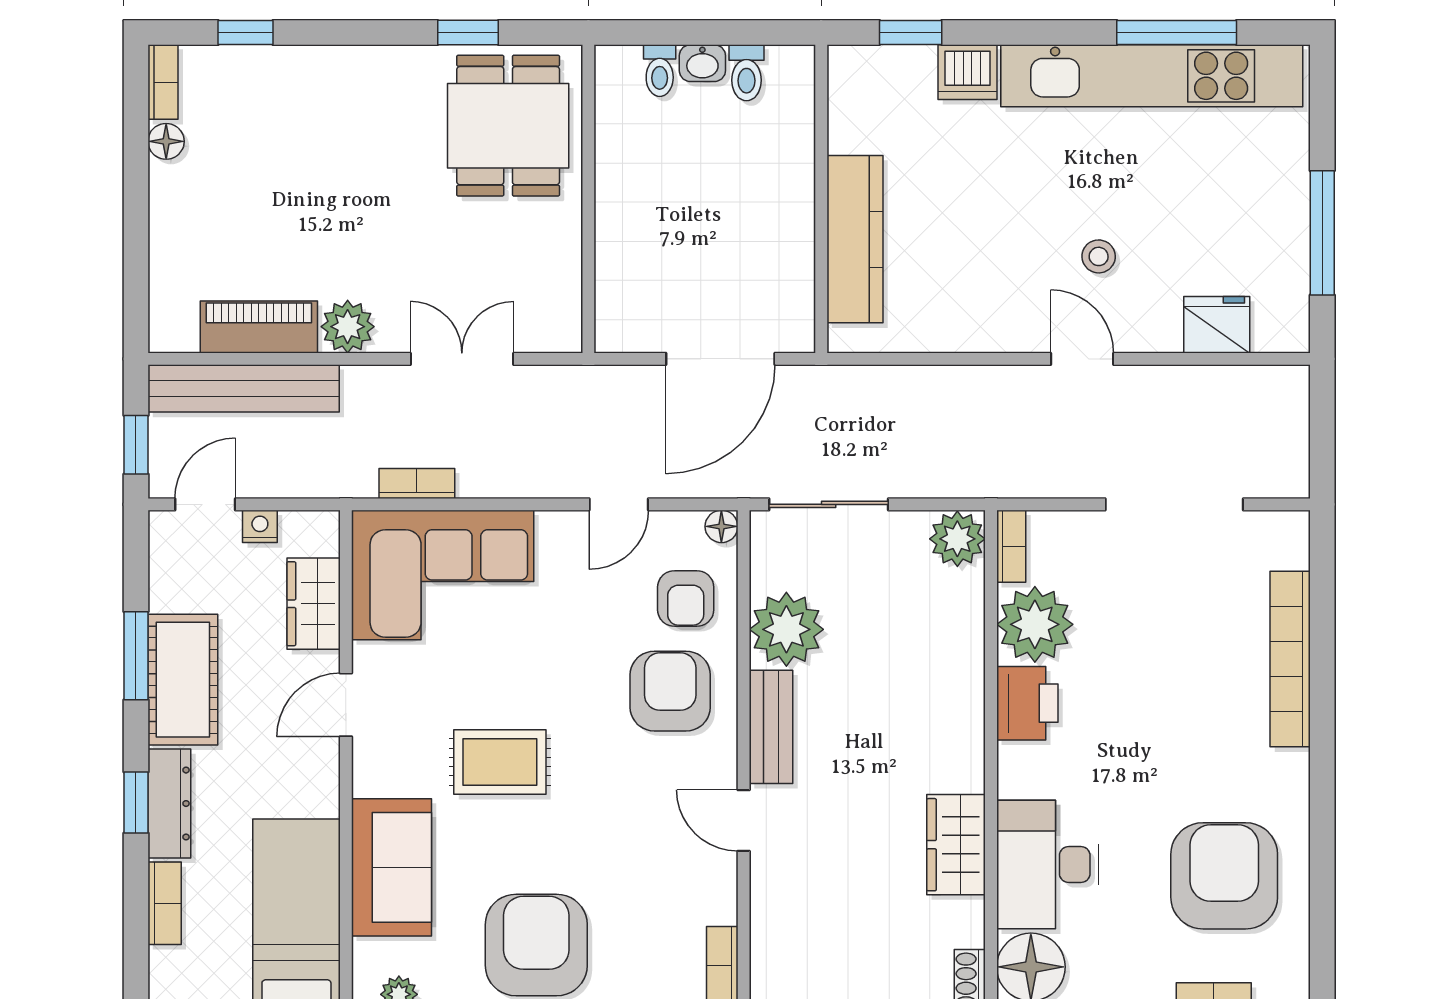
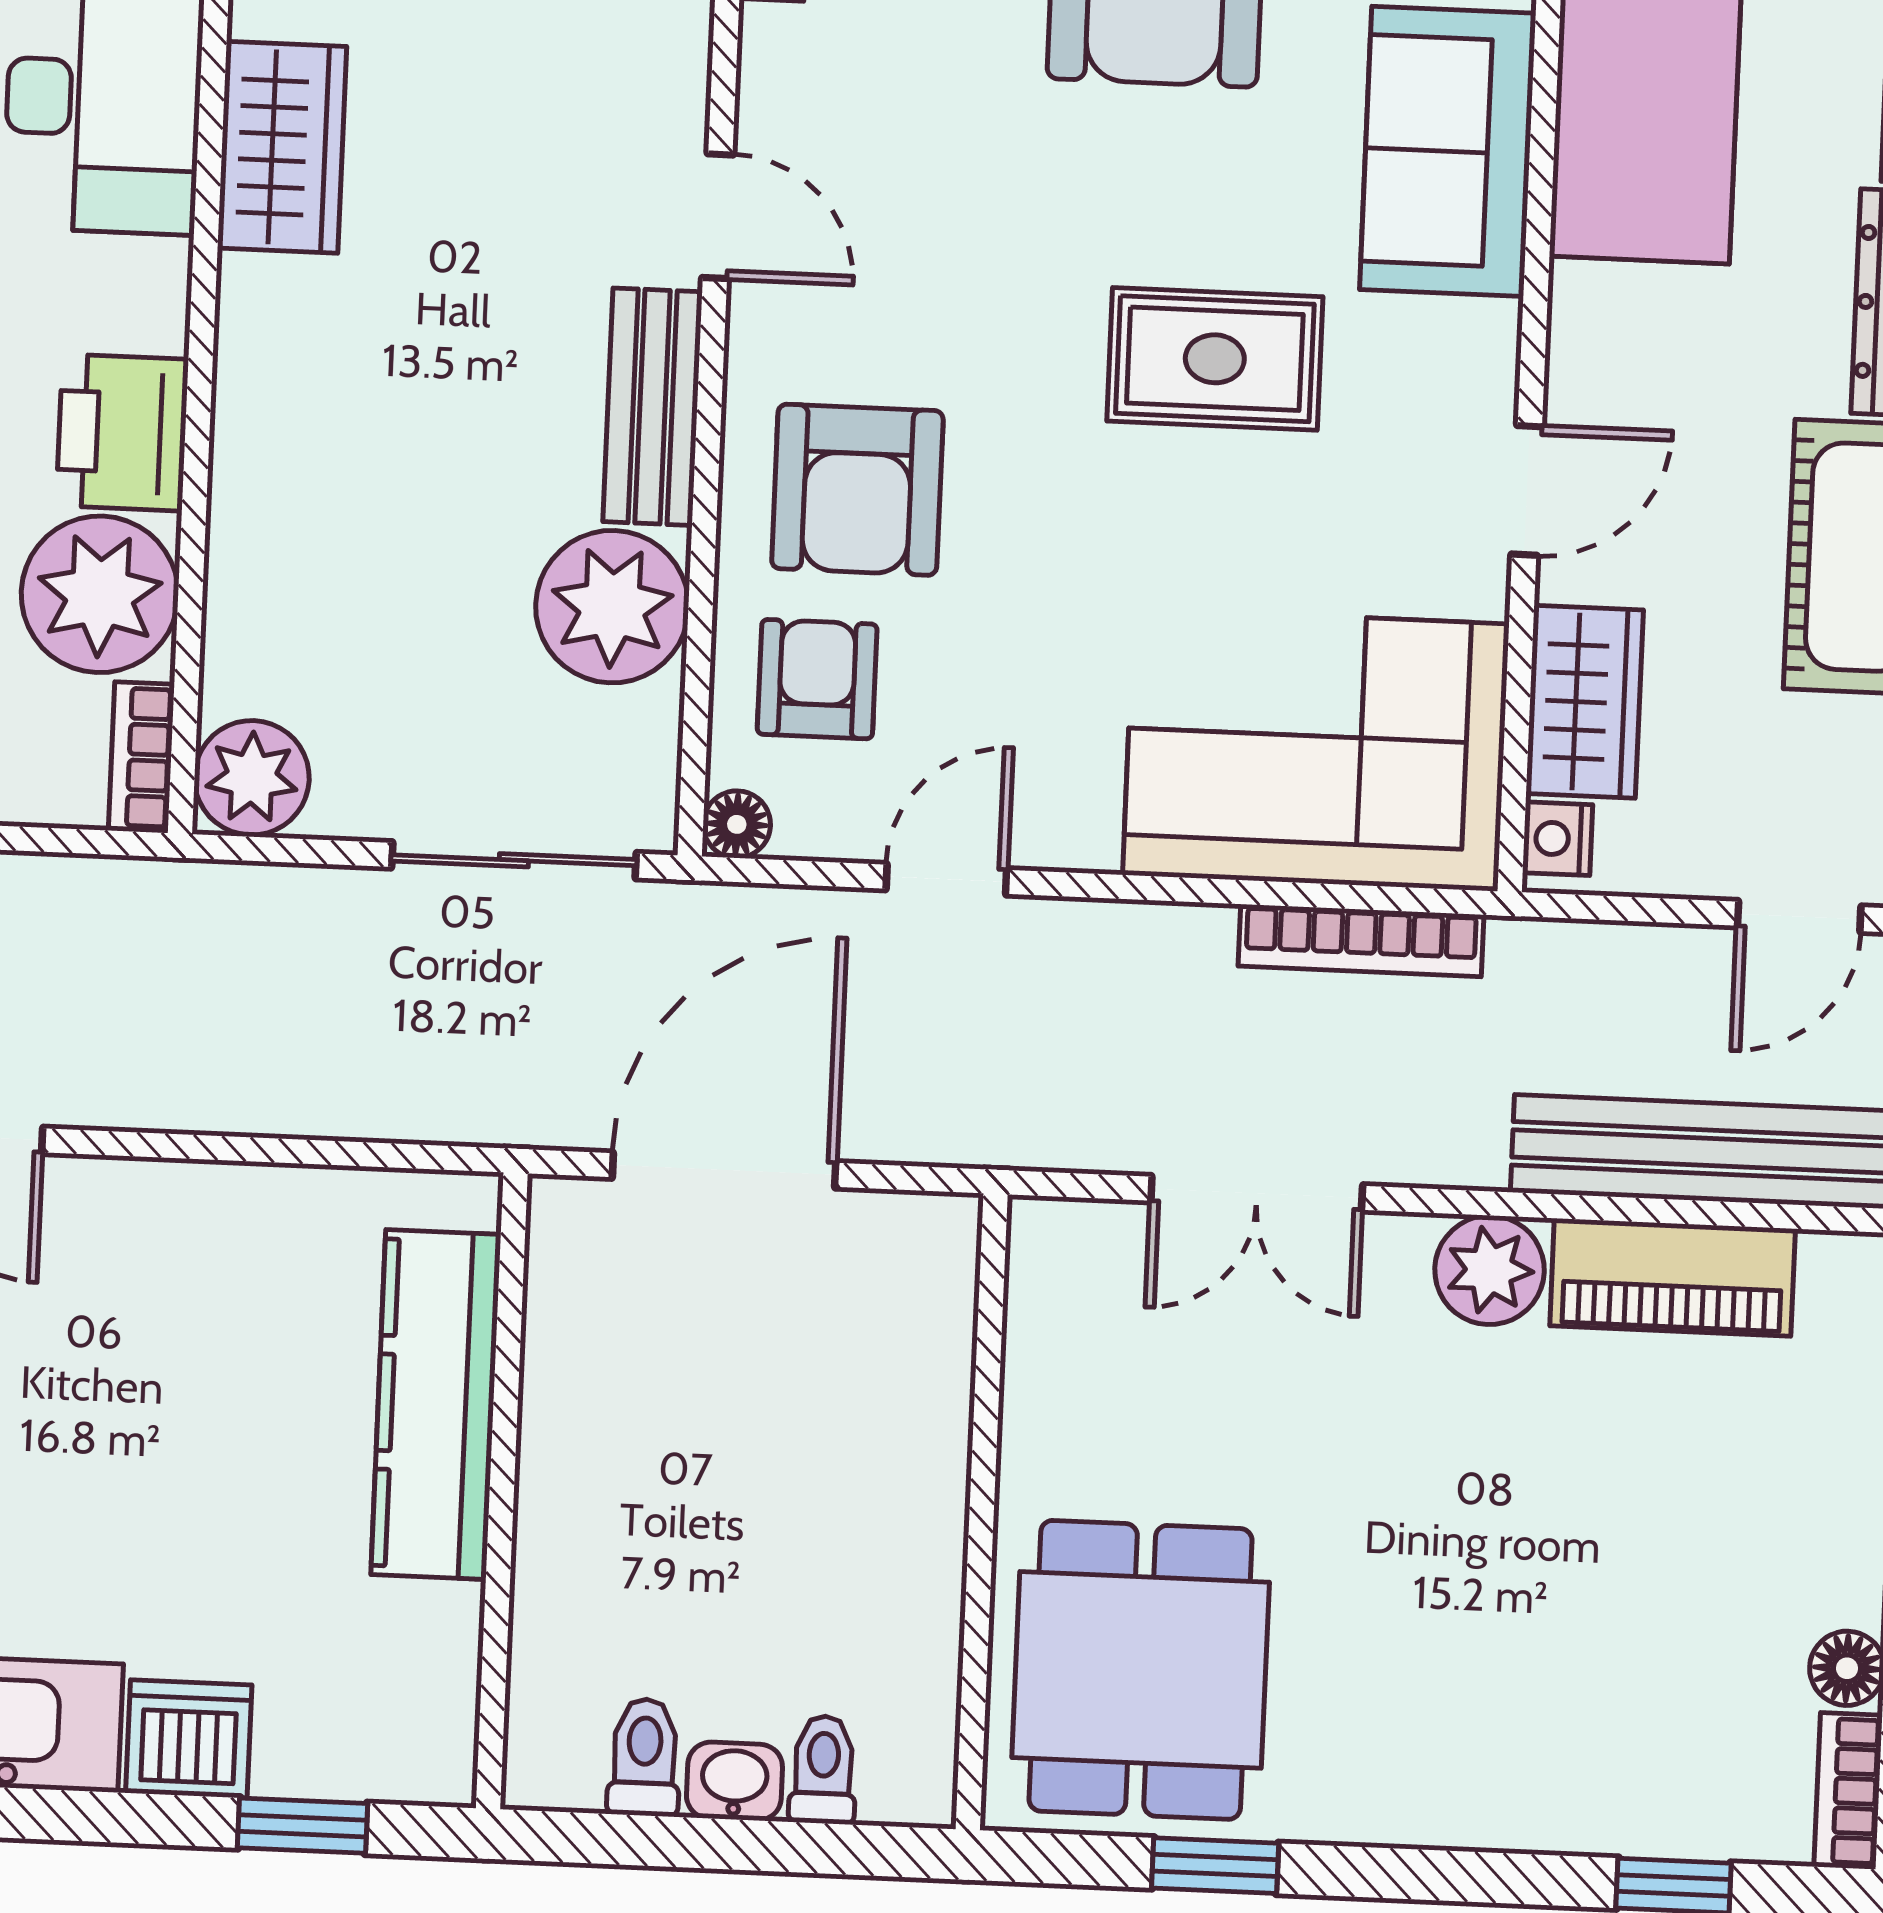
bookcase: (417, 483) -> (1361, 940), width x1.56
nightstand: (260, 526) -> (1558, 839), moved, turned 90

